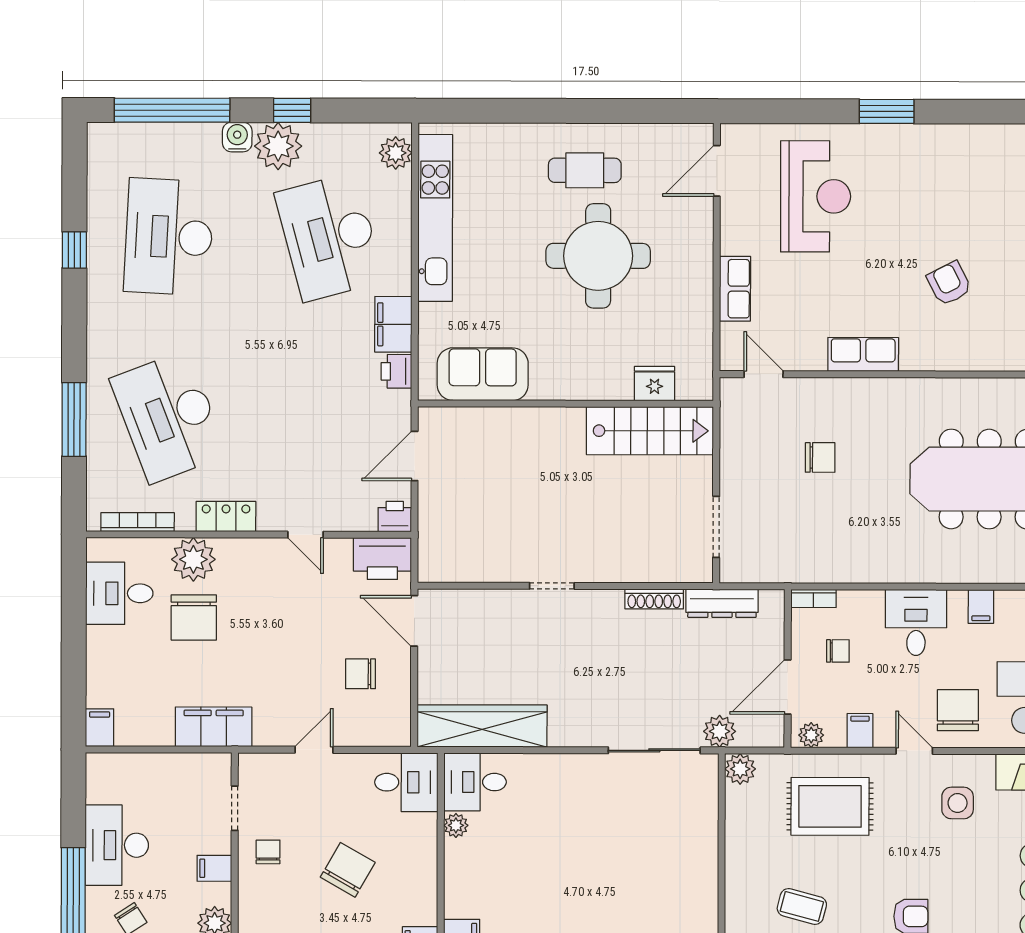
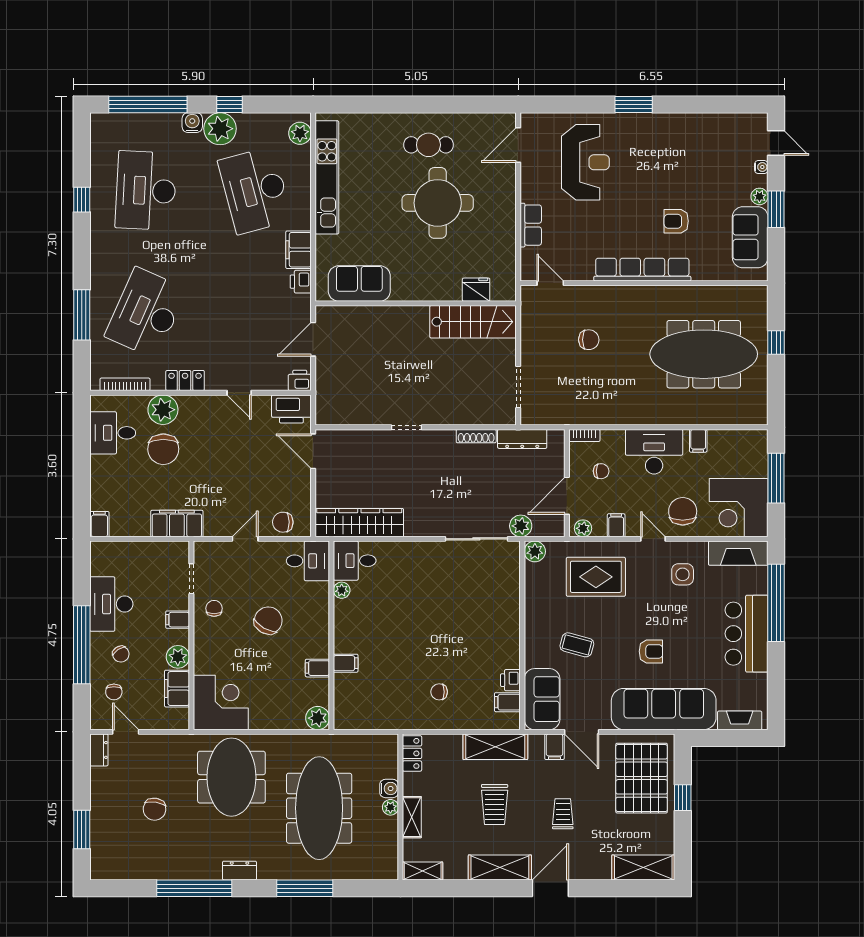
armchair: (949, 283) -> (676, 221), turned -63
row of seats: (863, 354) -> (642, 270), width x2.02
desk: (169, 417) -> (146, 313), turned 45
desk: (916, 622) -> (654, 452), width x1.37
chair: (361, 674) -> (283, 522), moved

